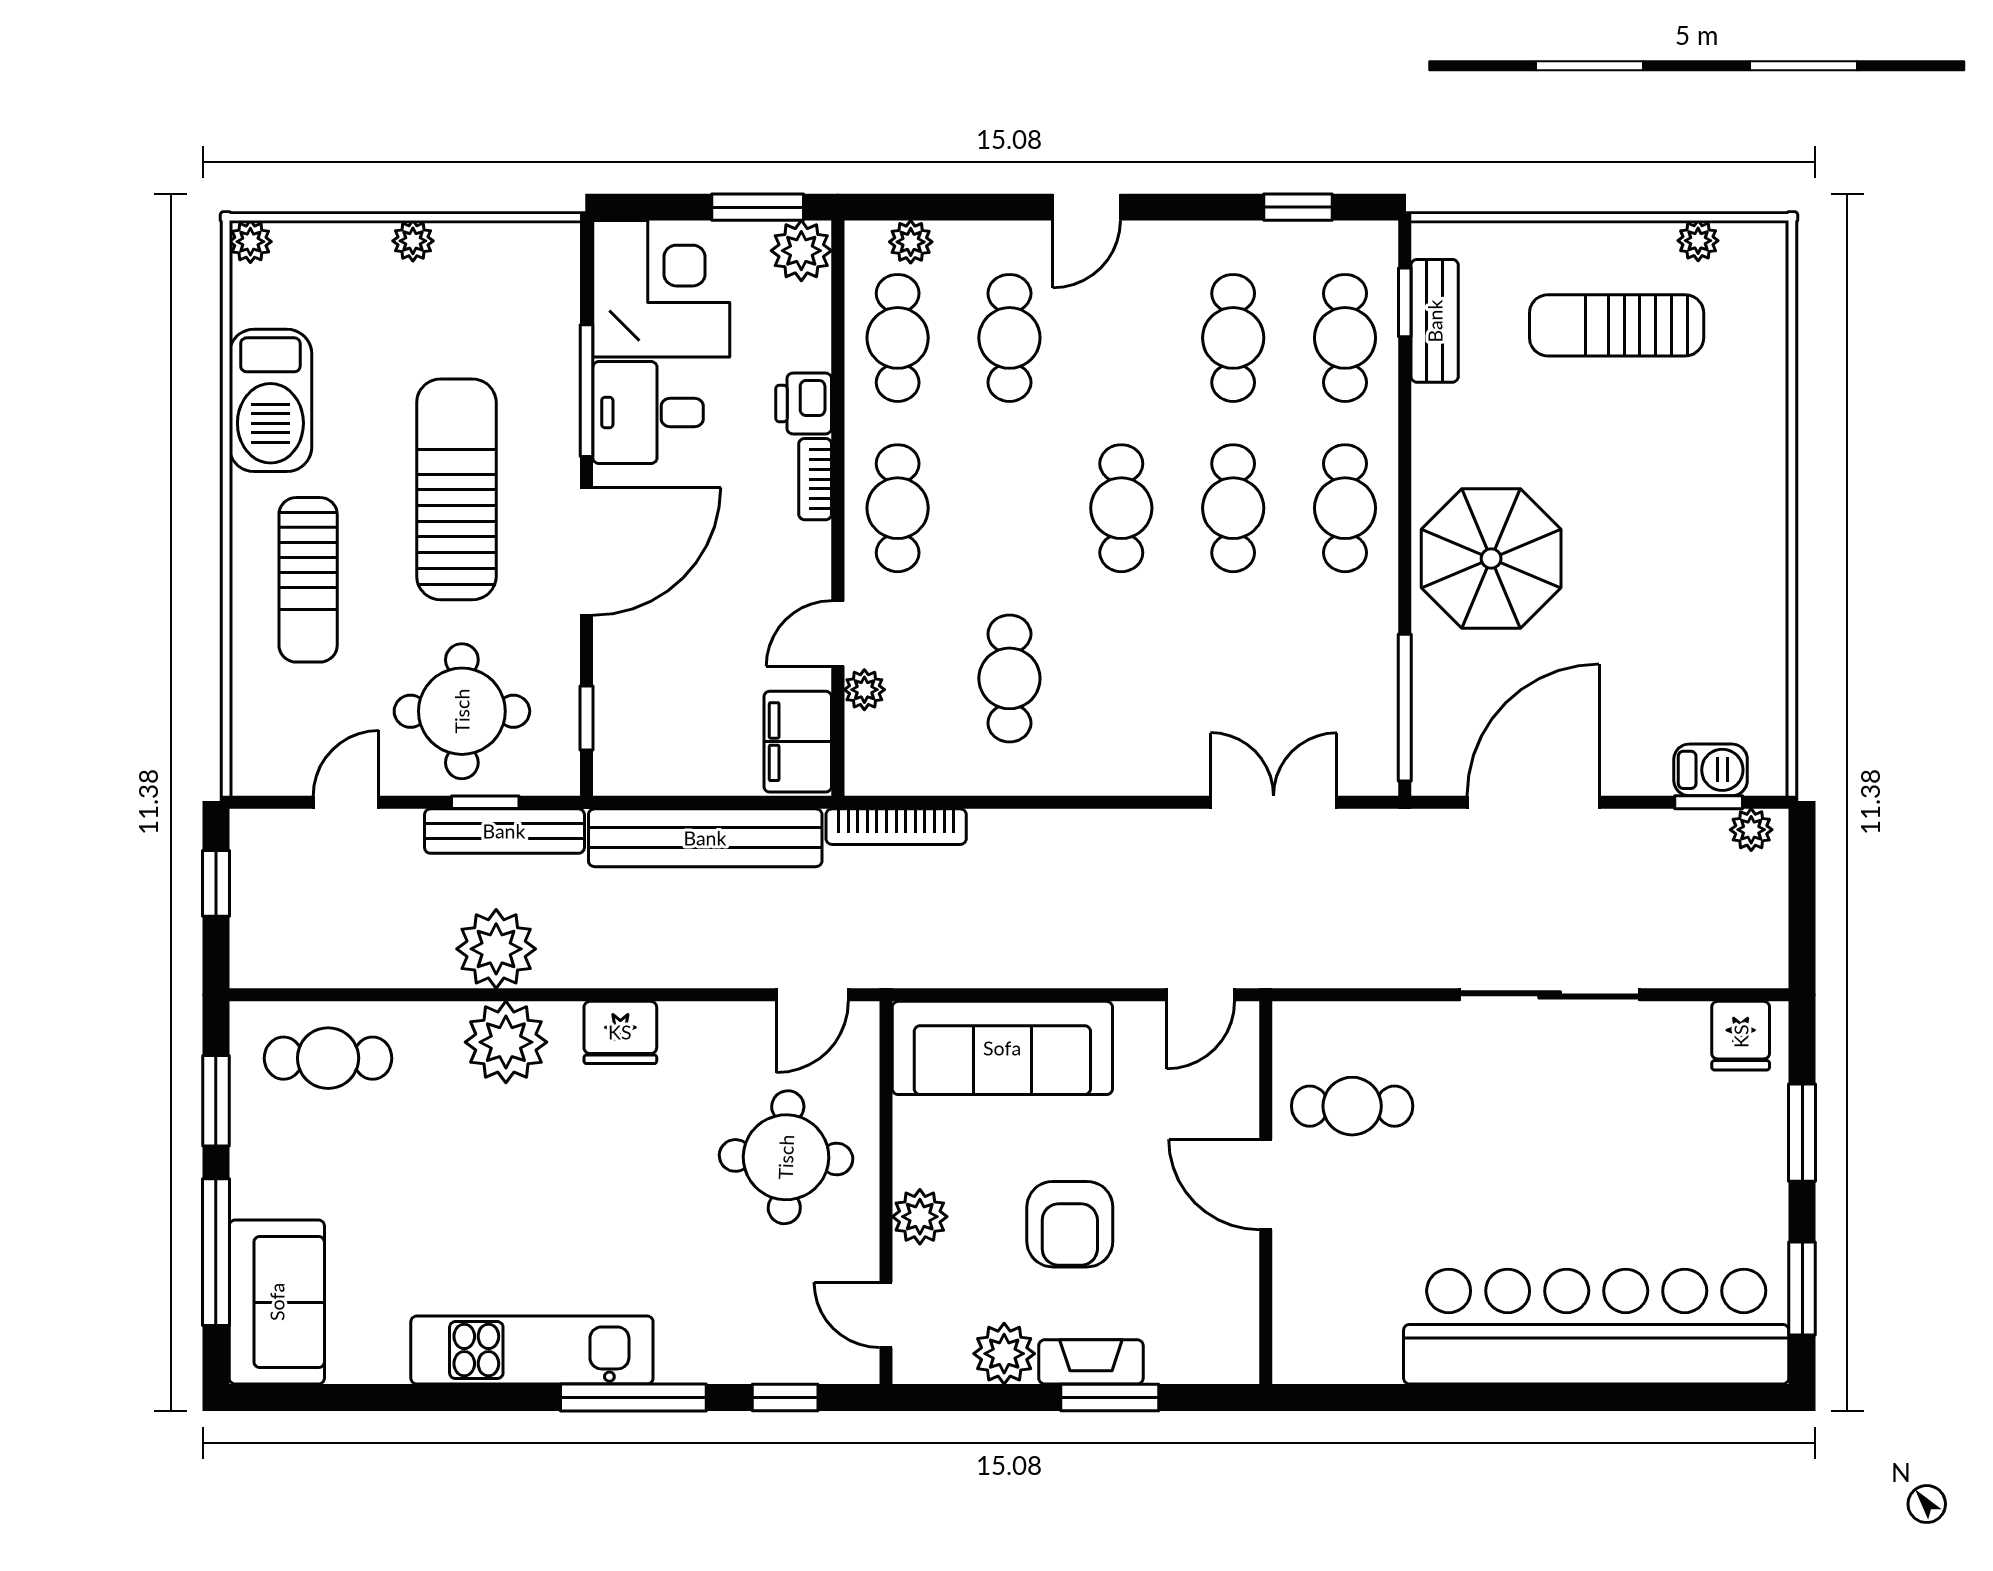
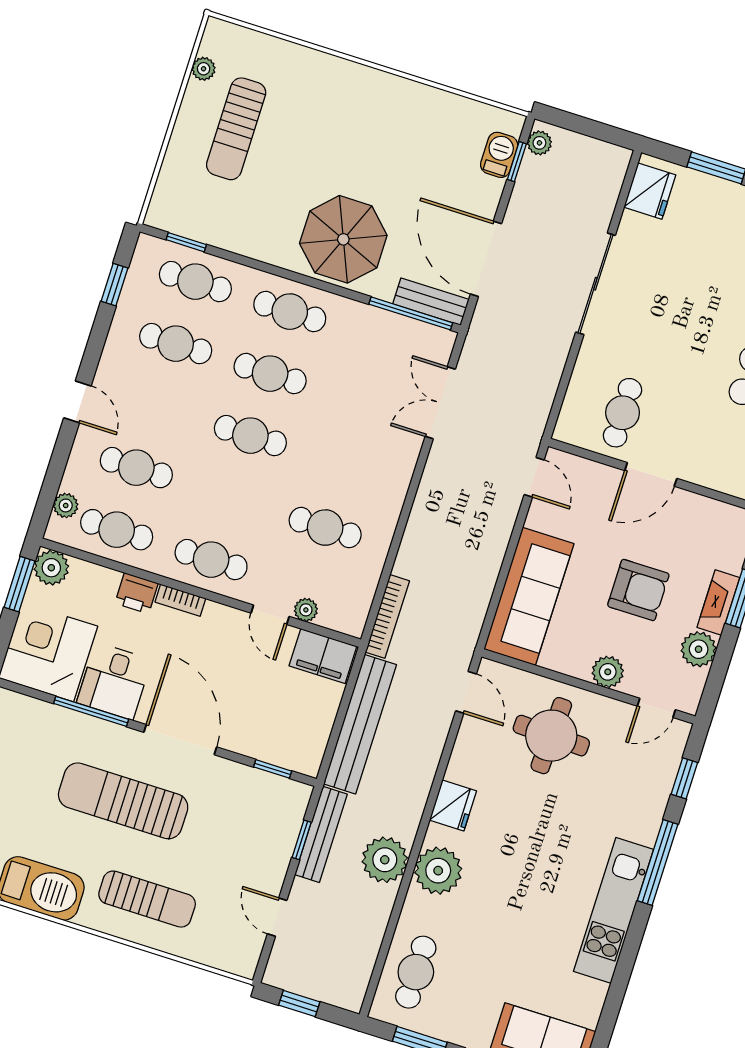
bench: (1435, 321) -> (431, 302), moved
round table: (462, 711) -> (247, 837), removed
fridge: (1741, 1036) -> (650, 191), width x1.38

